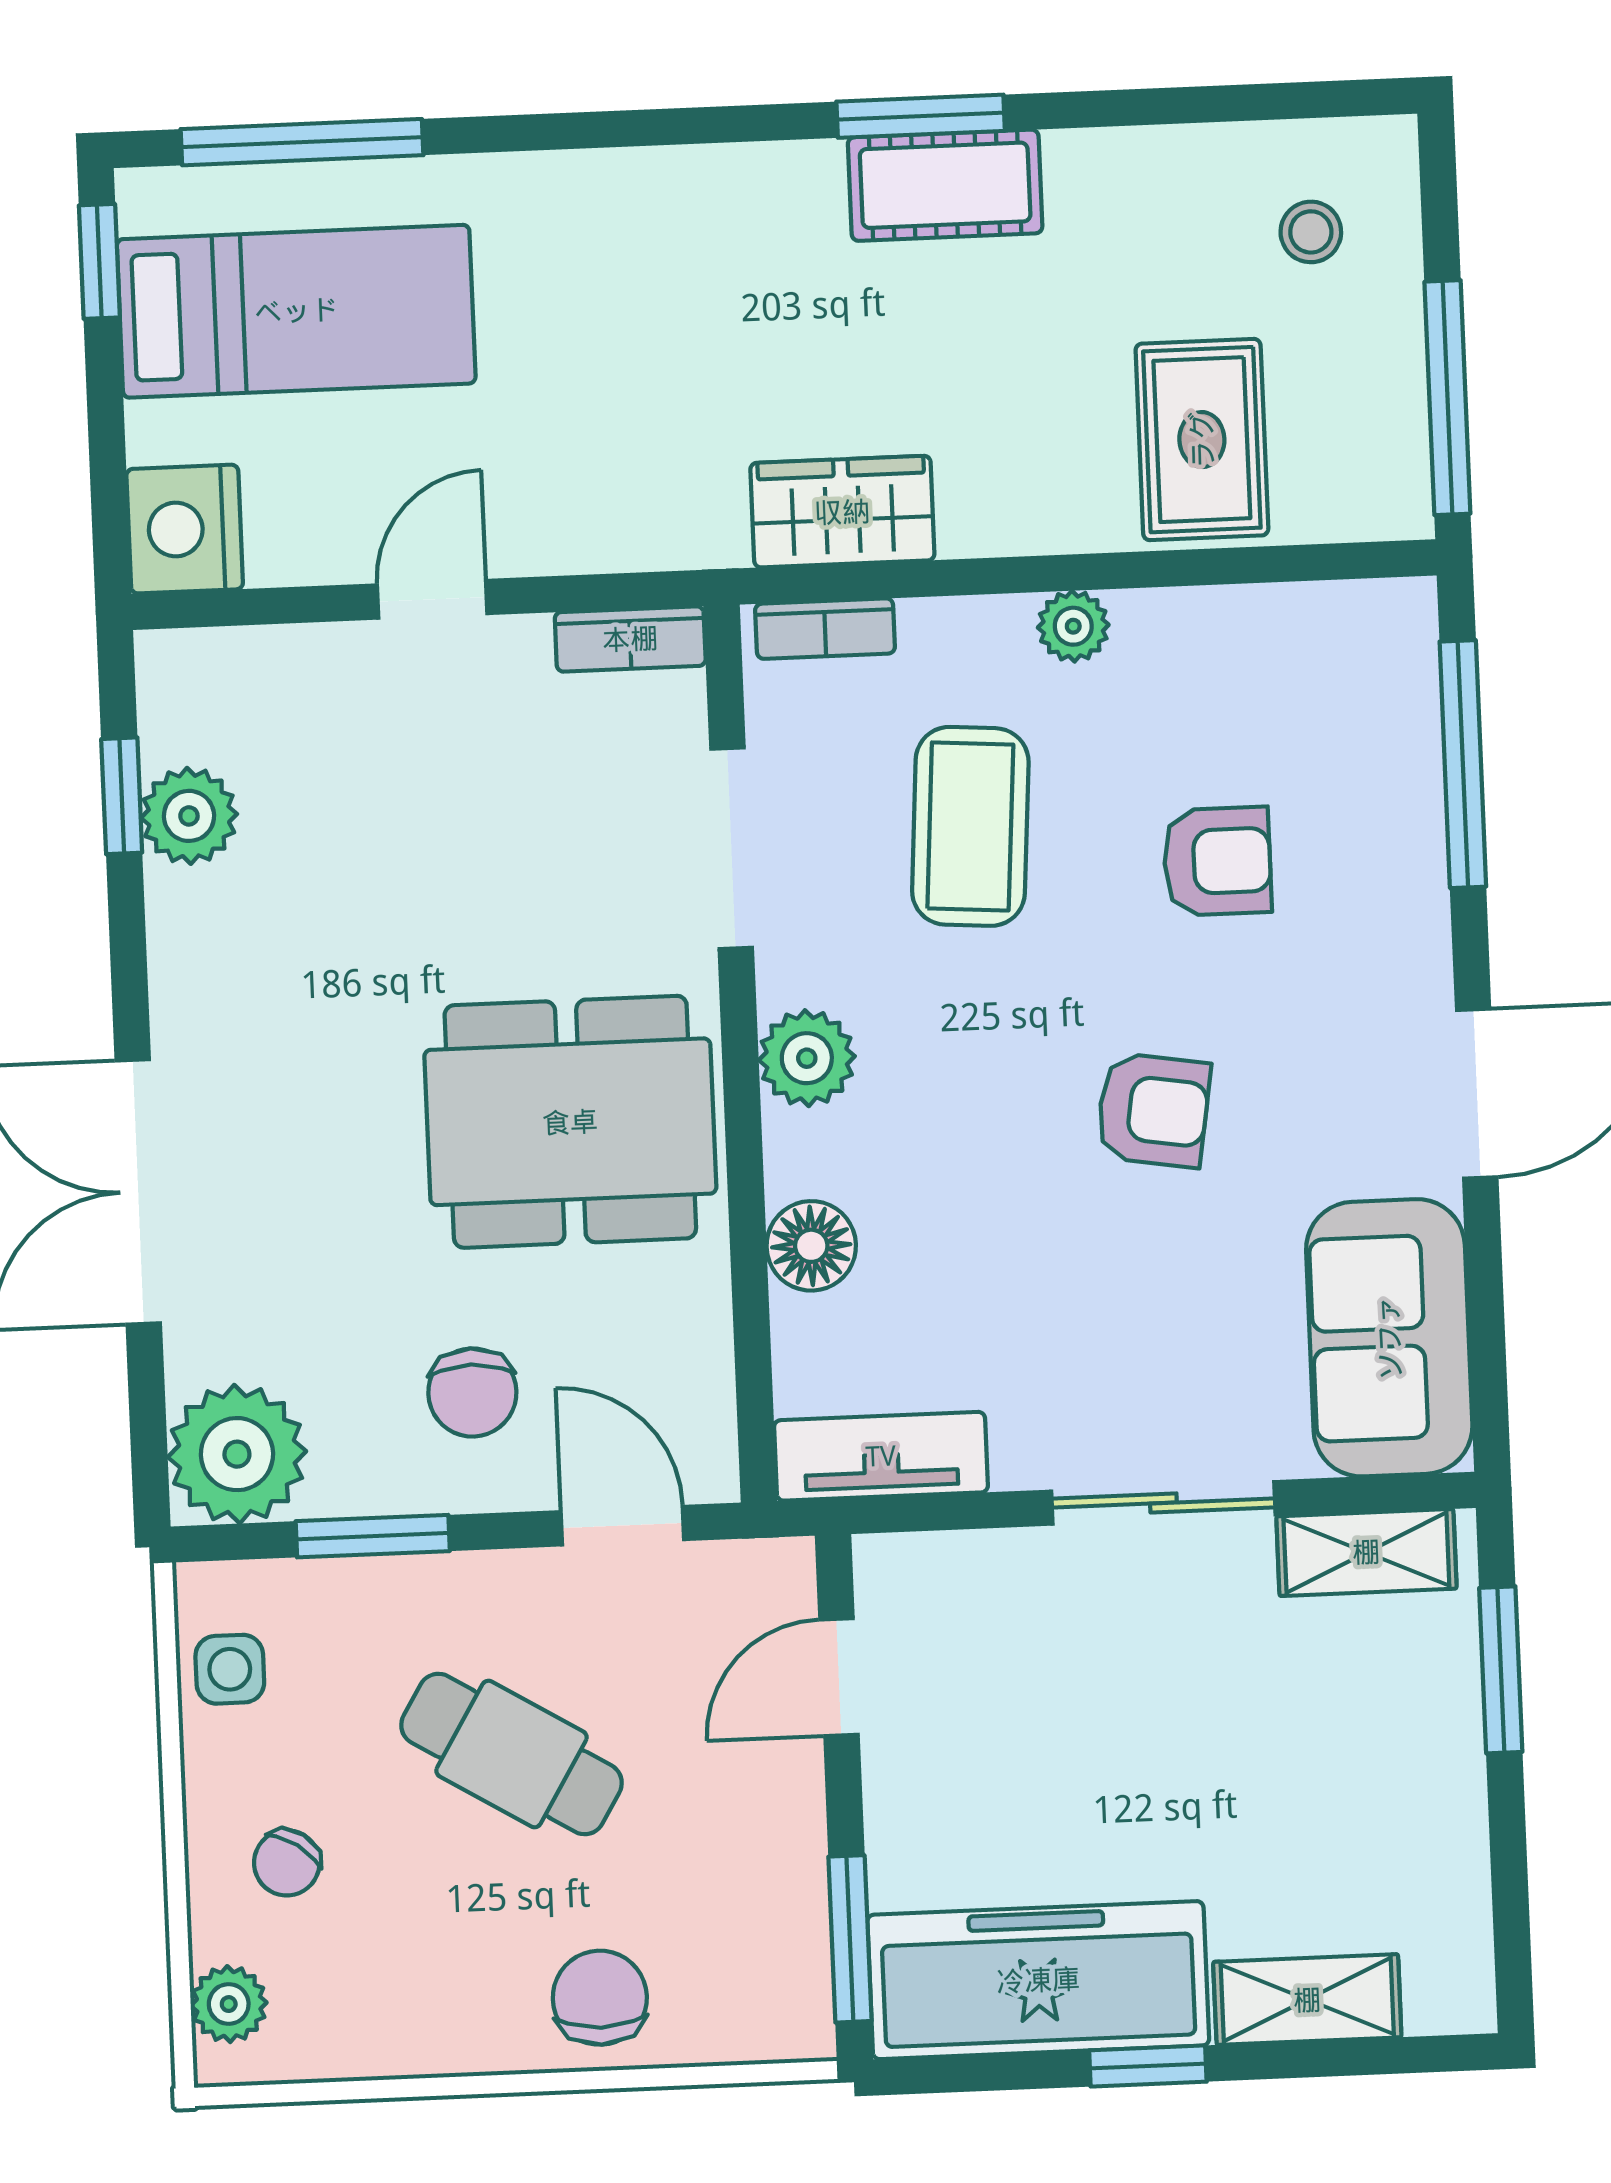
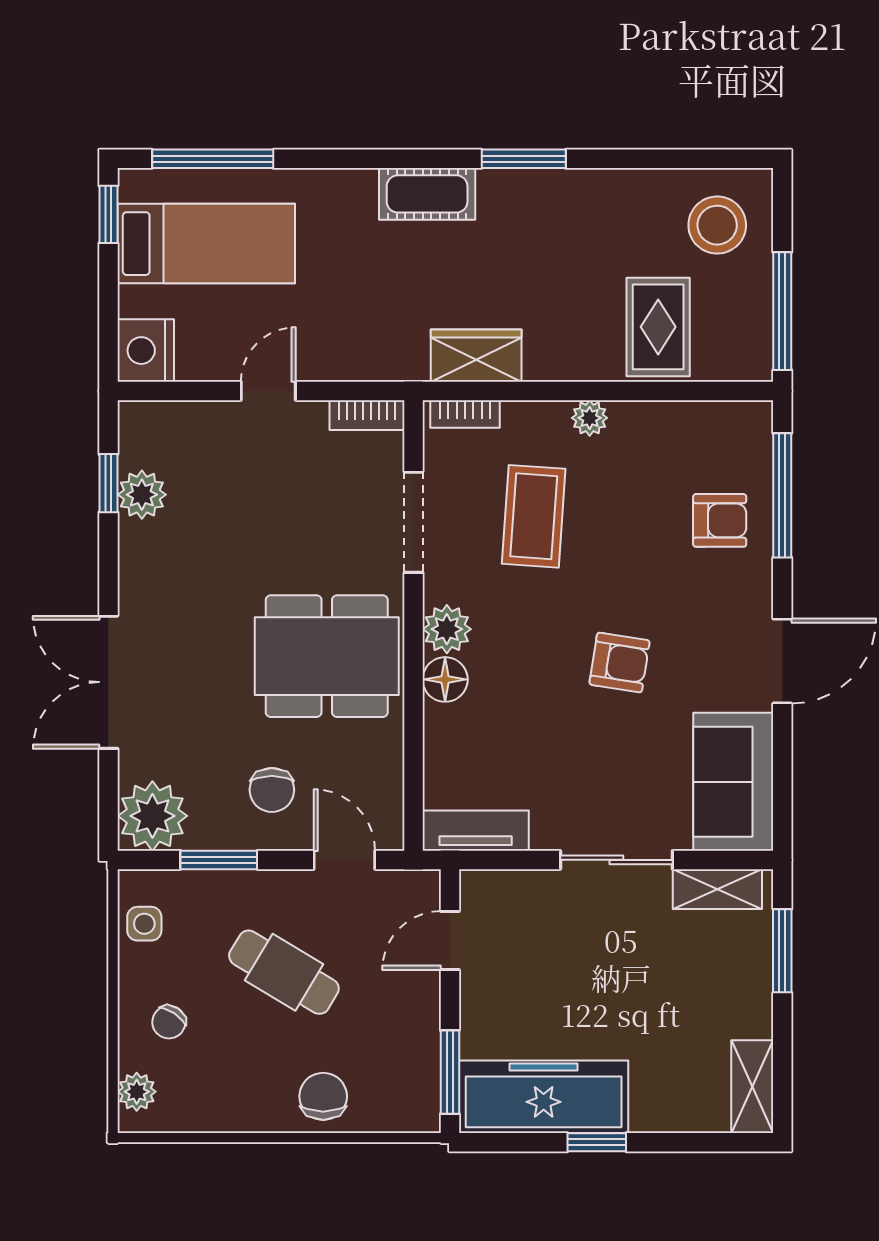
cot: (945, 185) -> (427, 194), moved
stool: (1311, 232) -> (717, 225), width x1.89, depth x1.89
armchair: (1217, 861) -> (720, 520), moved
floor lamp: (811, 1246) -> (445, 679), moved
shelving: (1307, 2000) -> (752, 1087), moved, turned 90

